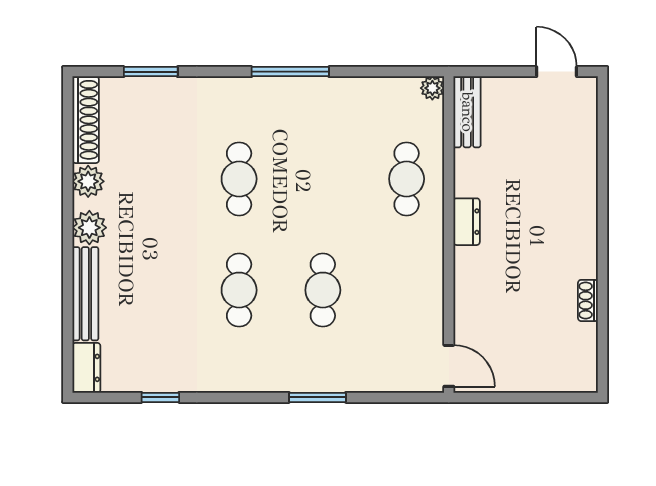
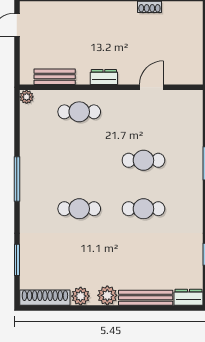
bench: (467, 112) -> (55, 77), moved
door: (449, 366) -> (151, 87), moved

